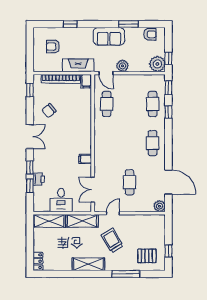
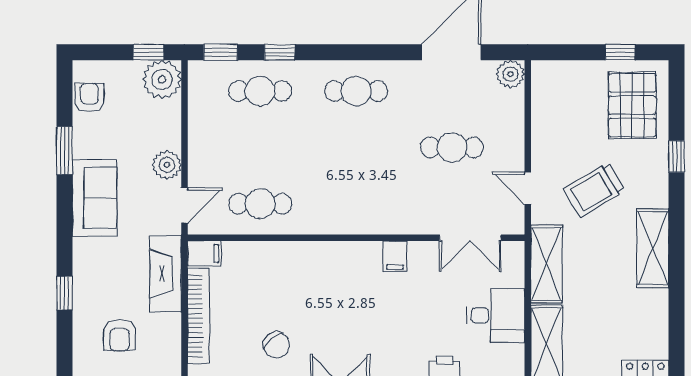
pallet: (147, 256) -> (632, 105), width x1.50, depth x1.42
window: (126, 274) -> (676, 157), width x0.46

